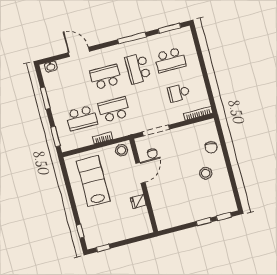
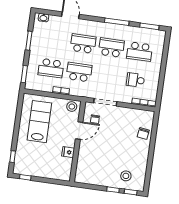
school desk: (138, 68) -> (111, 48), turned 90
stool: (206, 173) -> (126, 176), moved

